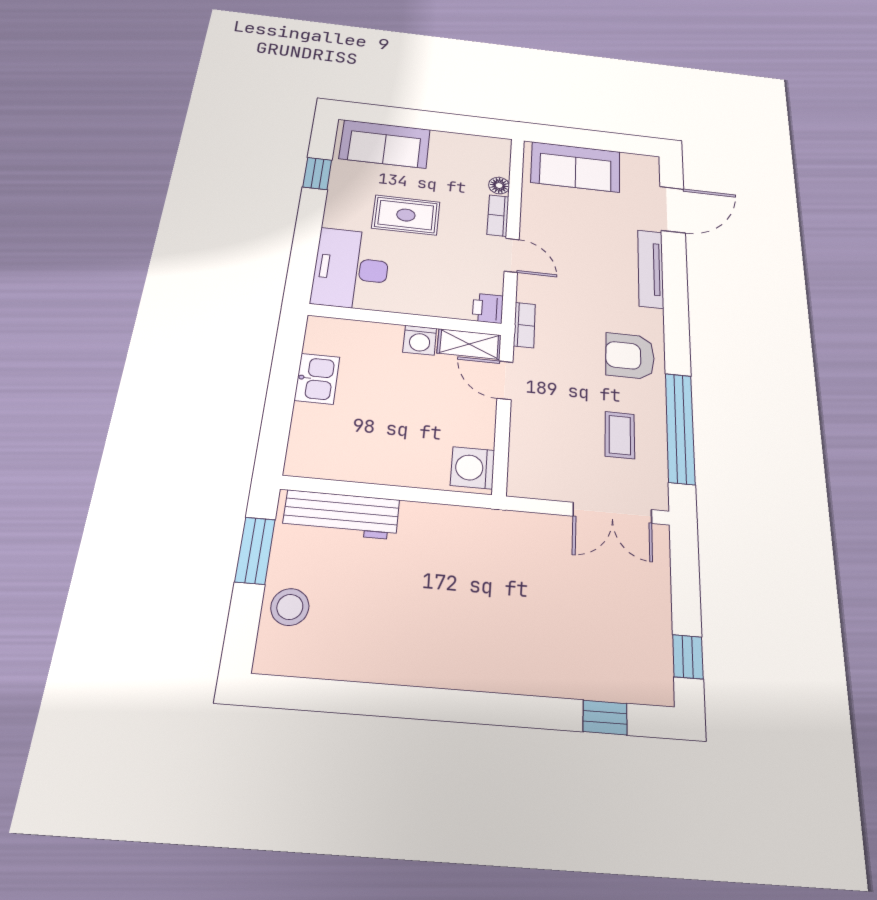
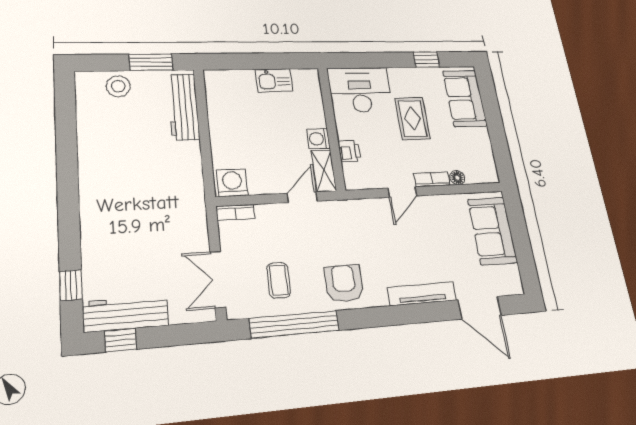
printer: (488, 308) -> (349, 151), moved, turned 90
bookcase: (524, 325) -> (235, 212), moved
coffee table: (620, 435) -> (279, 280), turned 90
workbench: (652, 645) -> (126, 314), added

